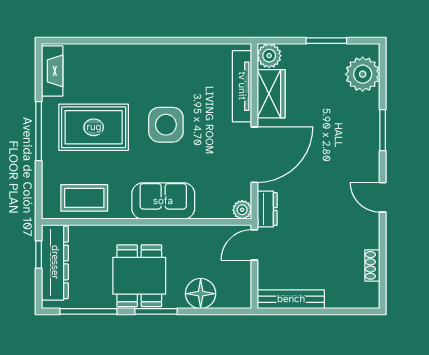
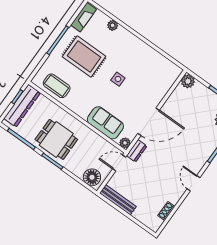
plant: (103, 53) -> (113, 25), added
tv unit: (242, 86) -> (165, 86), removed
wardrobe: (271, 94) -> (176, 99), removed
side table: (166, 125) -> (118, 79), width x0.54, depth x0.54
sofa: (163, 201) -> (105, 123), moved
dining table: (139, 276) -> (56, 139), turned 90
floor lamp: (201, 294) -> (92, 177), moved

